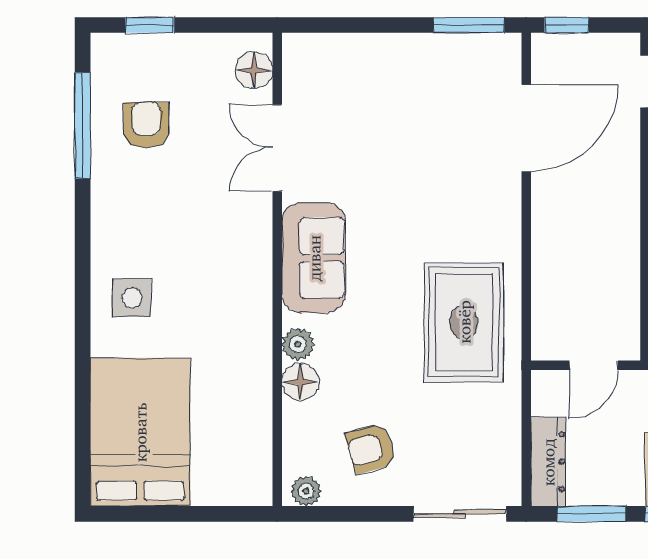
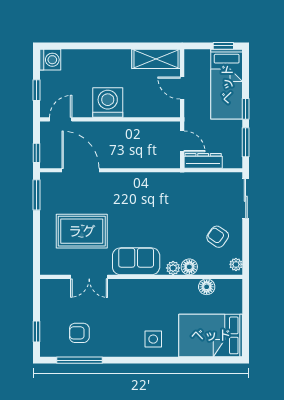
floor lamp: (254, 70) -> (207, 287), moved
rug: (464, 322) -> (82, 231), moved
armchair: (371, 448) -> (218, 237), turned 141
dresser: (548, 462) -> (203, 161), moved

